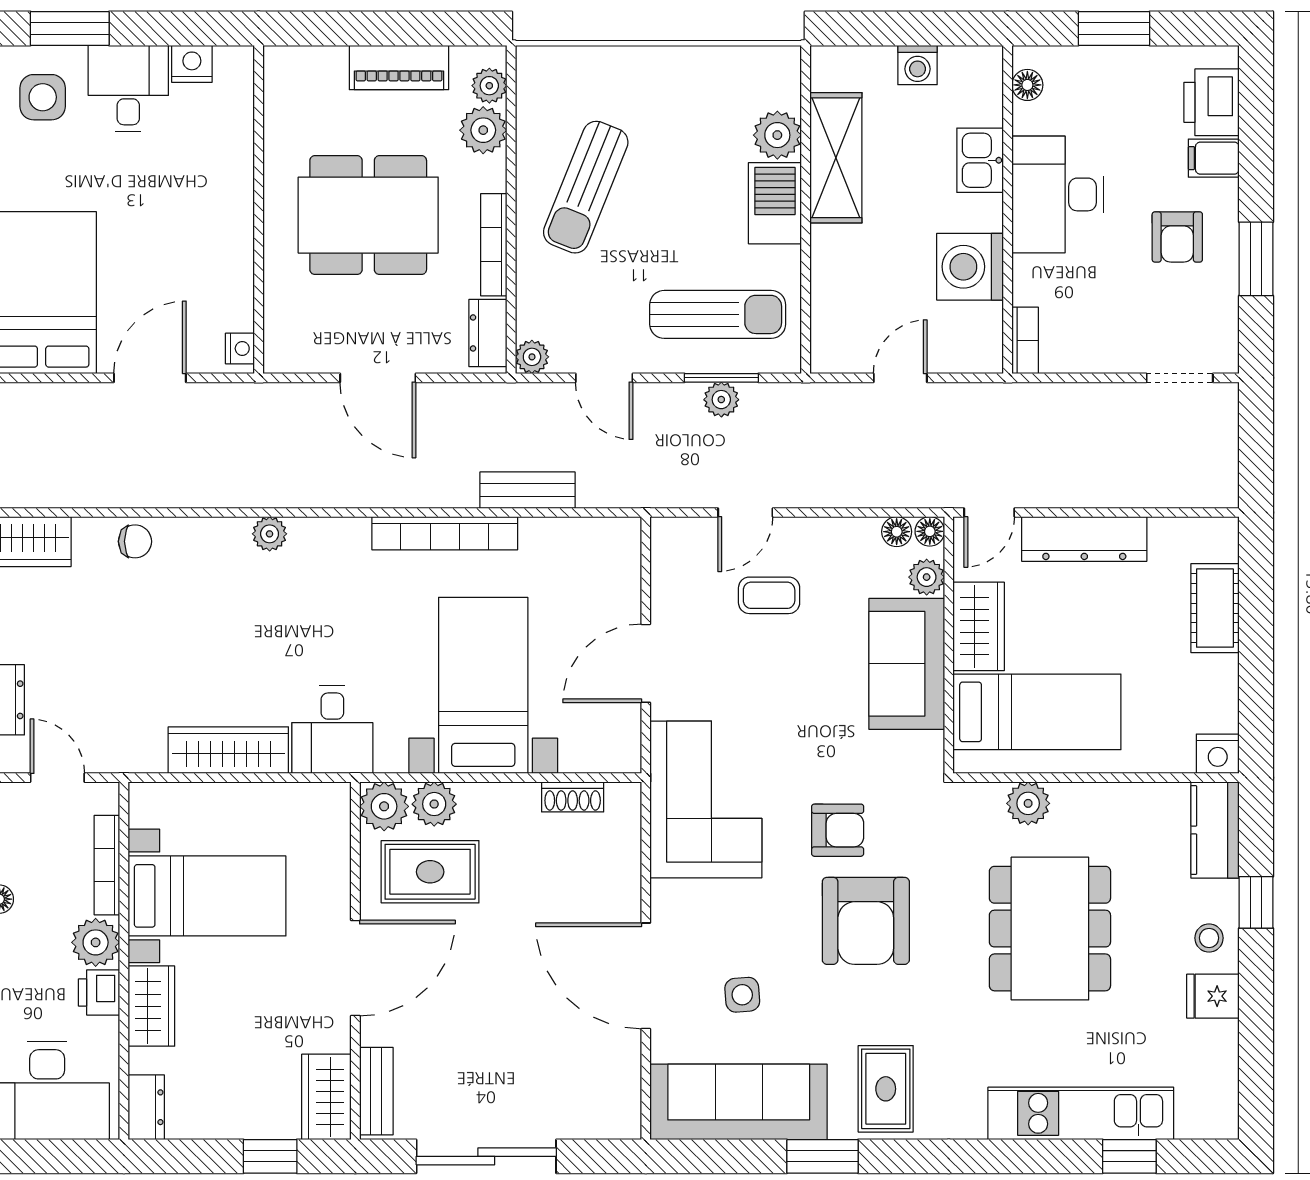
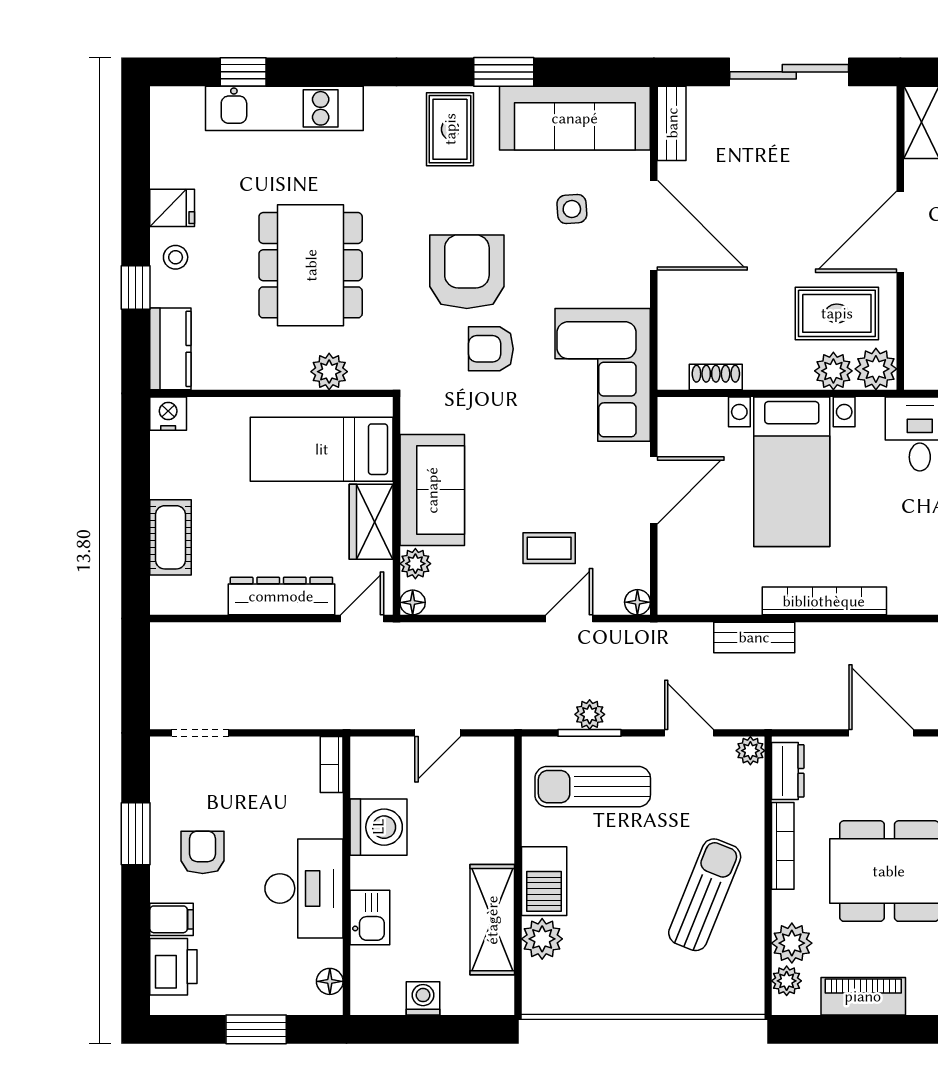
floor lamp: (897, 532) -> (637, 602), moved
bench: (376, 1091) -> (672, 123), moved

